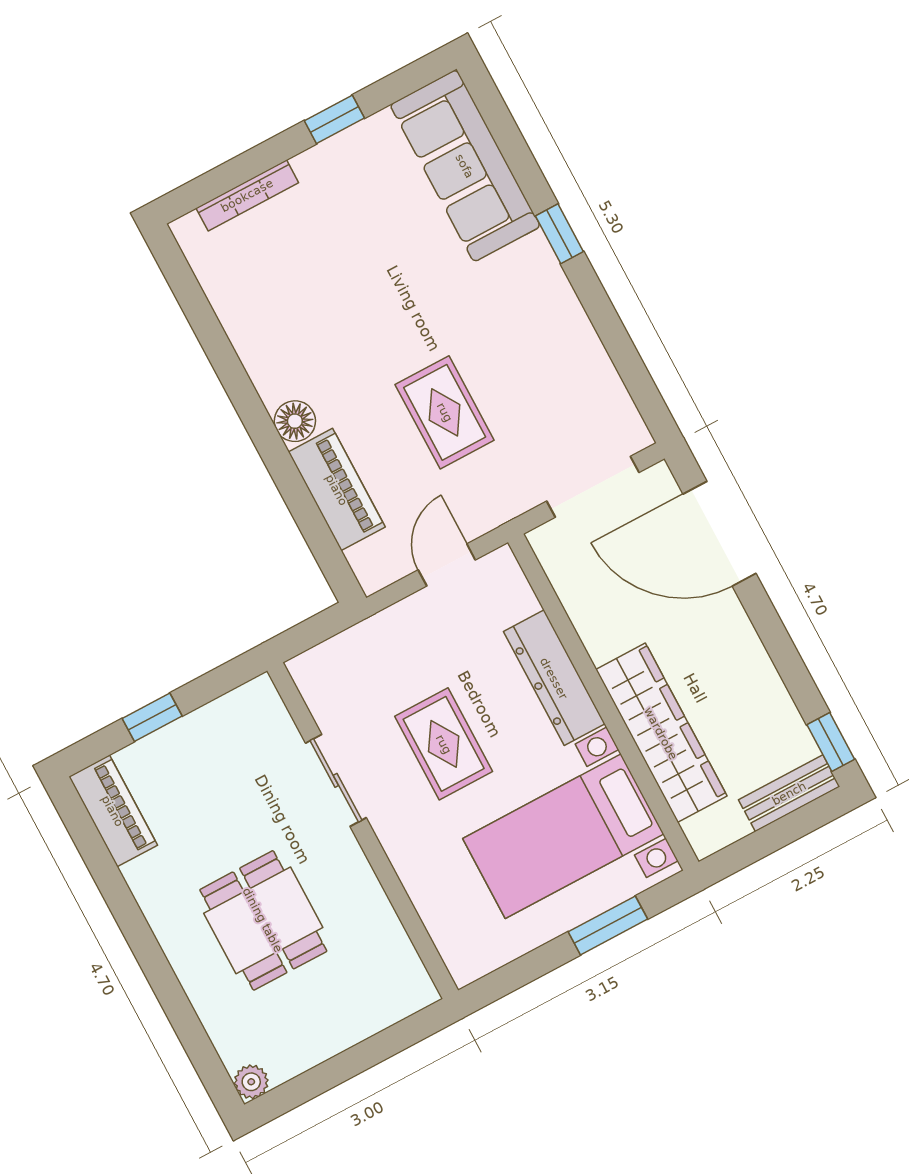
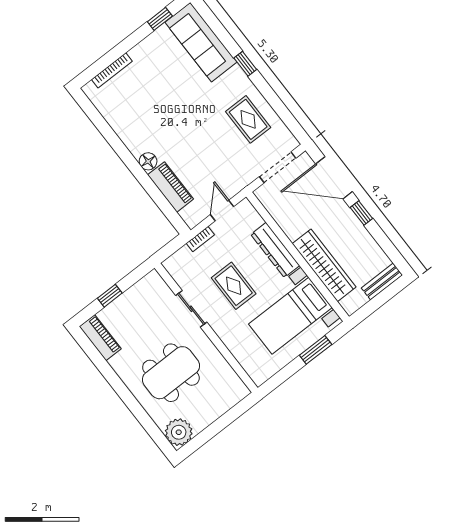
window: (334, 119) -> (160, 19), moved
rug: (445, 412) -> (248, 119), moved
bookcase: (385, 622) -> (200, 239), added
window: (831, 742) -> (361, 213), moved
dining table: (263, 920) -> (171, 373), width x1.38
plant: (251, 1082) -> (179, 432), width x1.88, depth x1.88

